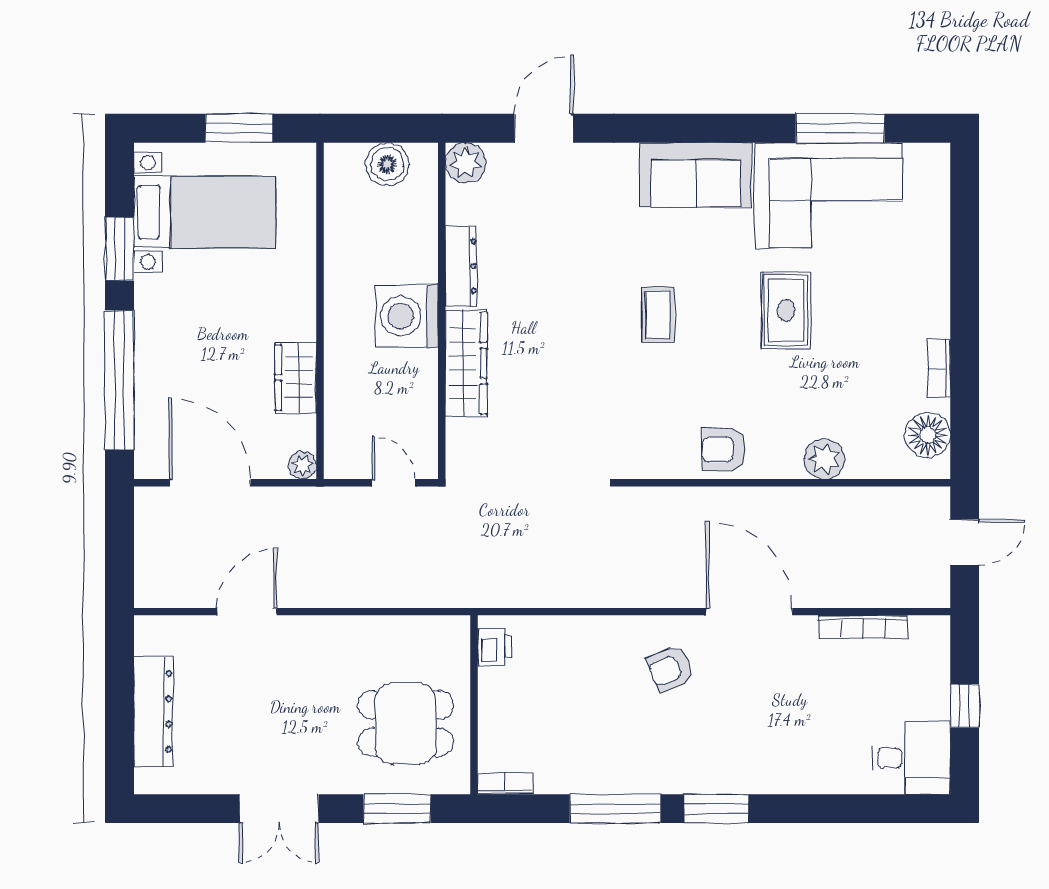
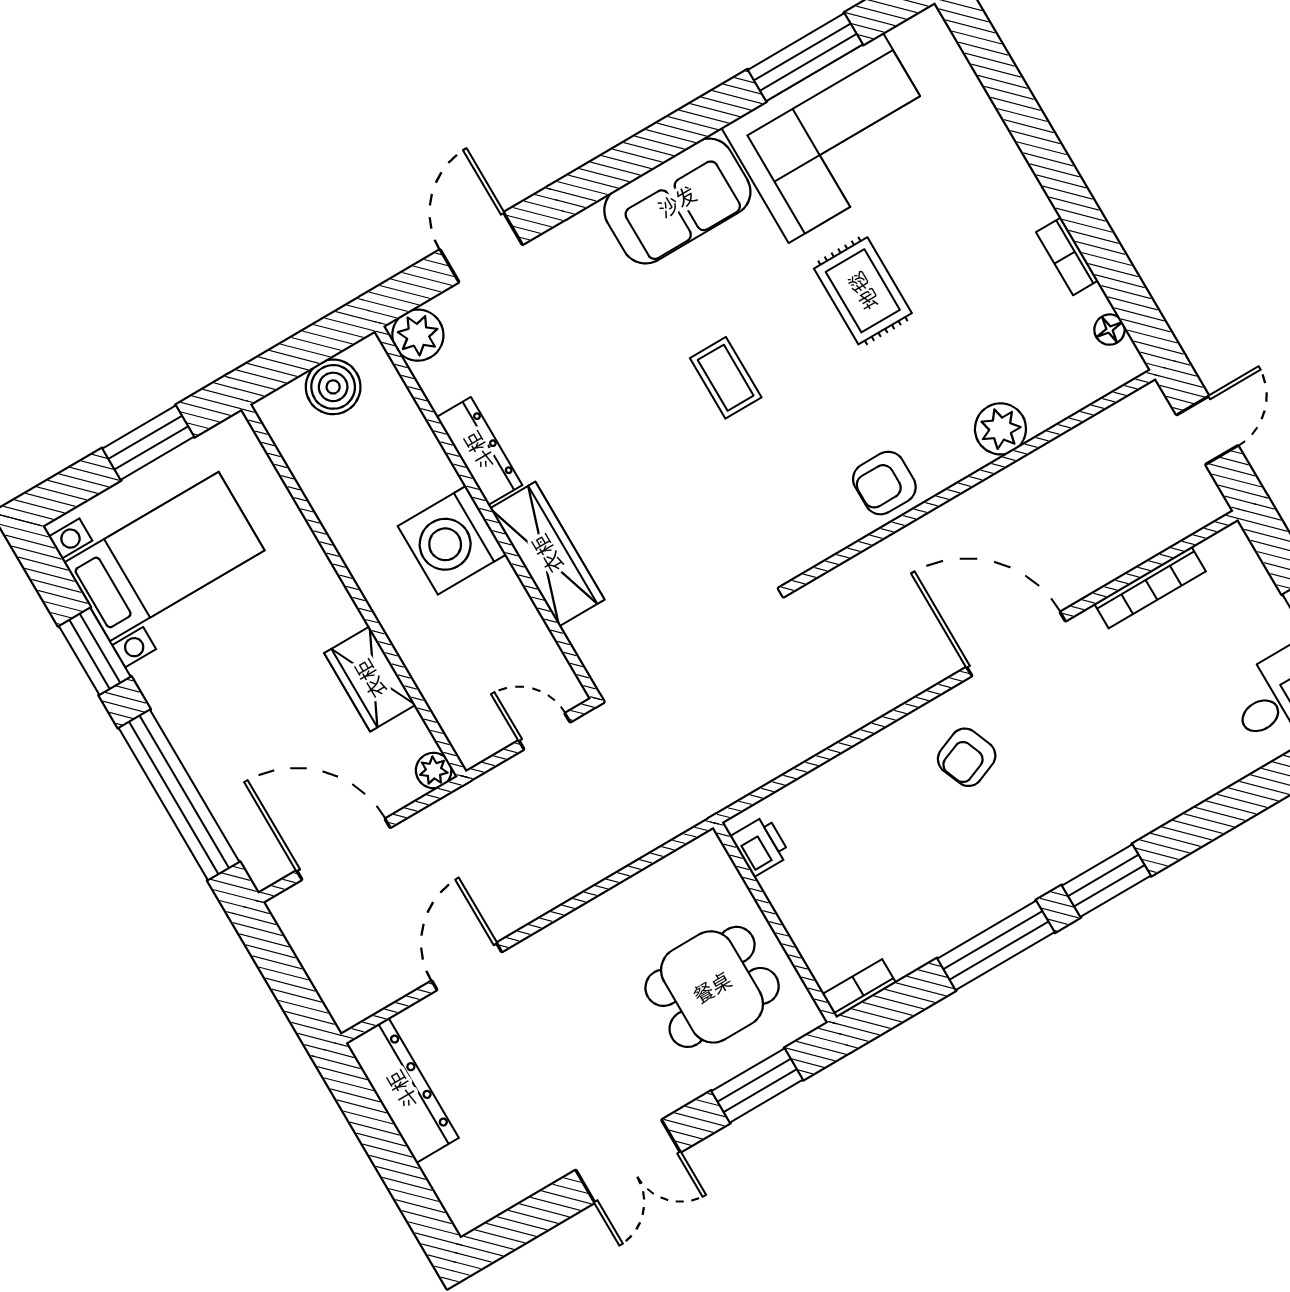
floor lamp: (928, 435) -> (1110, 330), width x0.53, depth x0.53
dresser: (153, 711) -> (402, 1090), moved

